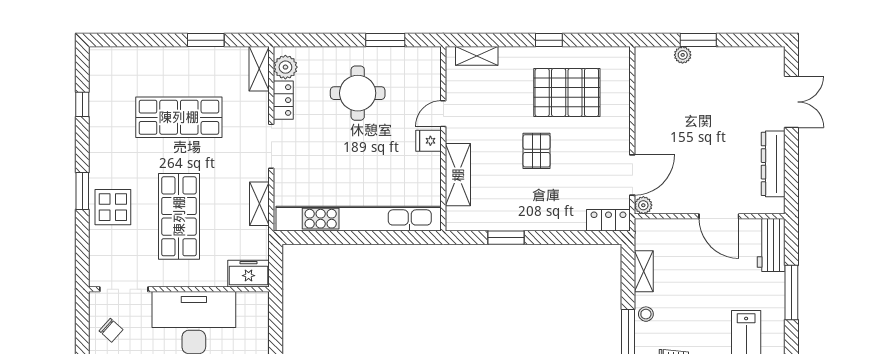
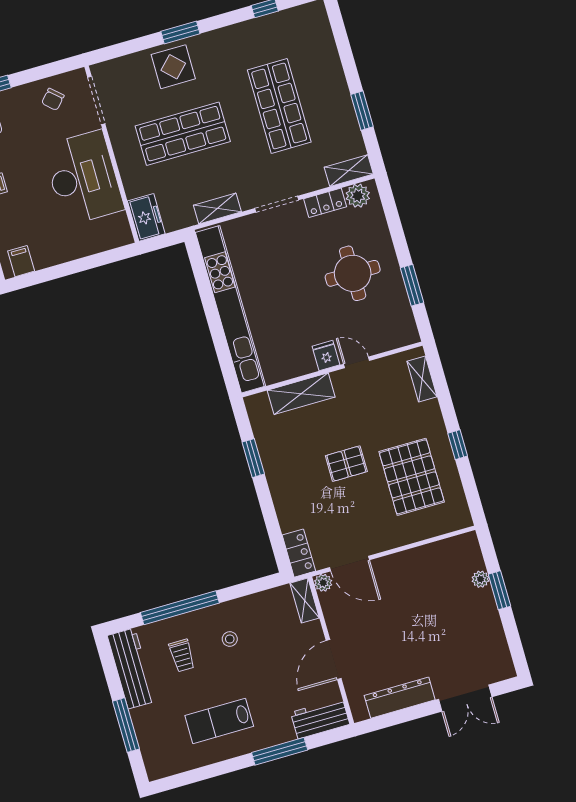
shelving: (644, 271) -> (305, 601), moved, turned 90
stool: (646, 314) -> (230, 639), moved

